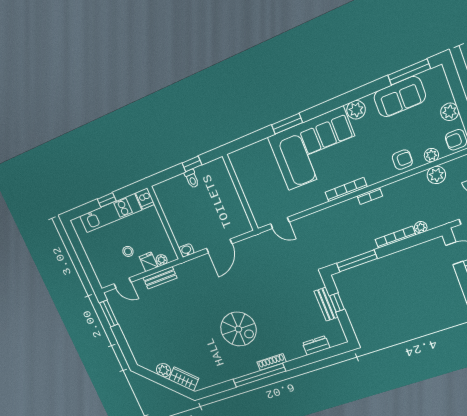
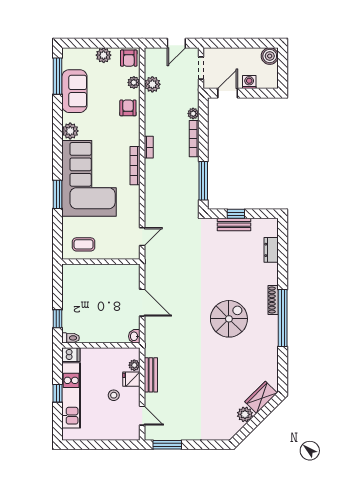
window: (192, 164) -> (58, 319), moved
coffee table: (249, 169) -> (84, 244), added
toilet: (192, 179) -> (71, 338), moved
door: (122, 283) -> (142, 416), hinge flipped

